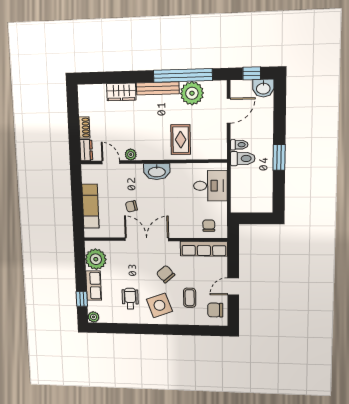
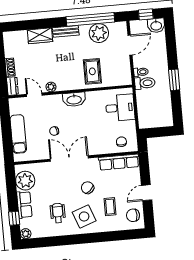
bench: (158, 88) -> (66, 31), width x0.73

